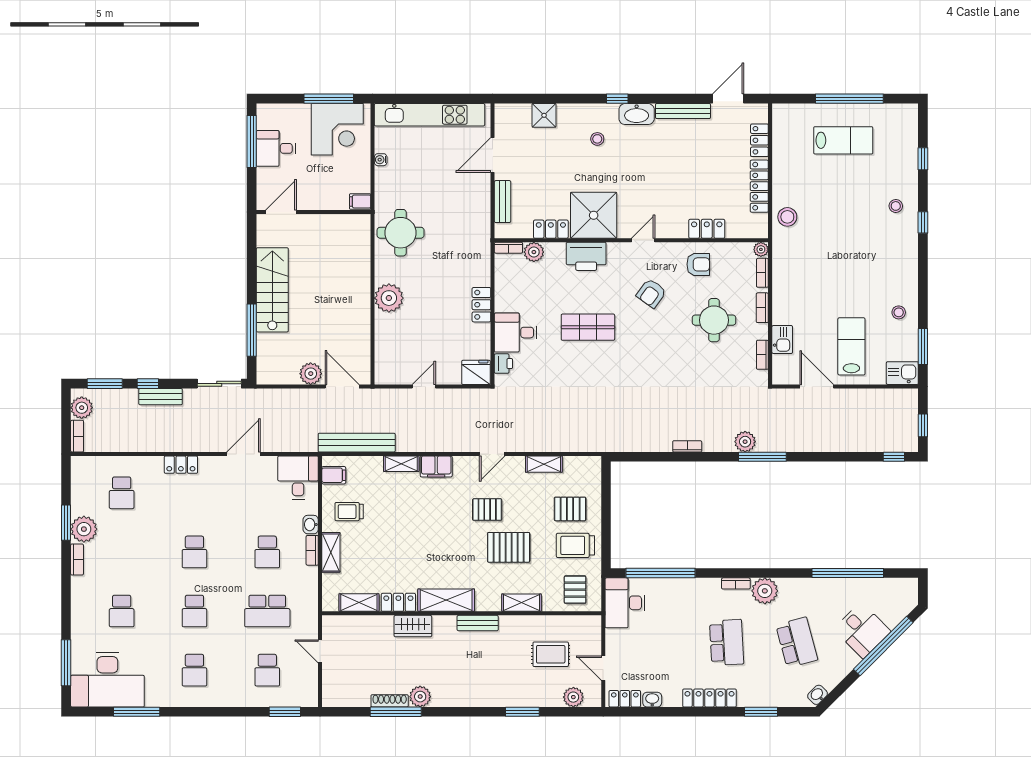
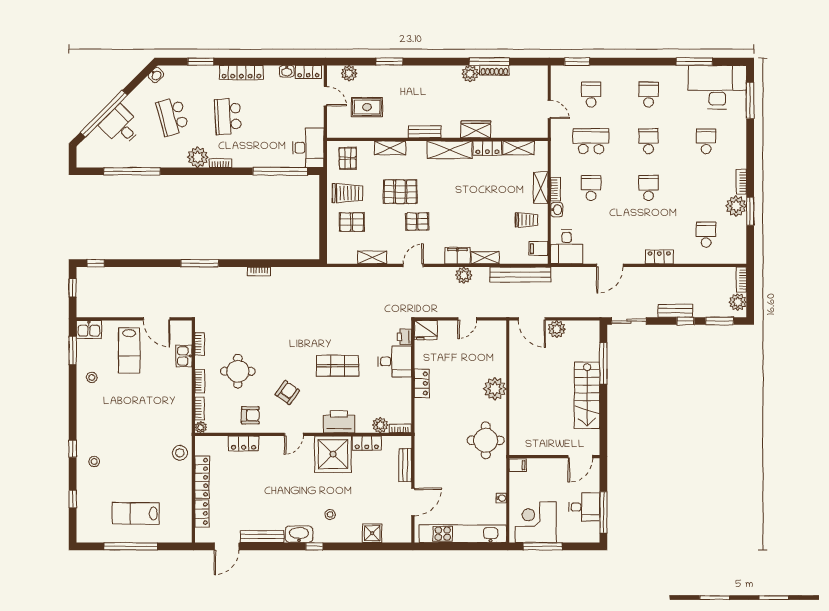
armchair: (698, 264) -> (250, 415), turned 180
plant: (745, 442) -> (464, 275), moved

